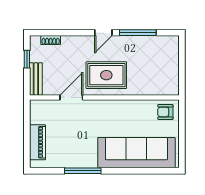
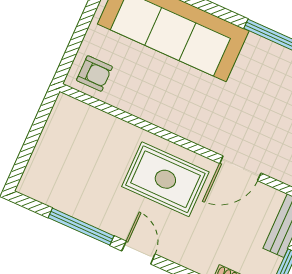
door: (103, 33) -> (138, 253), hinge flipped

